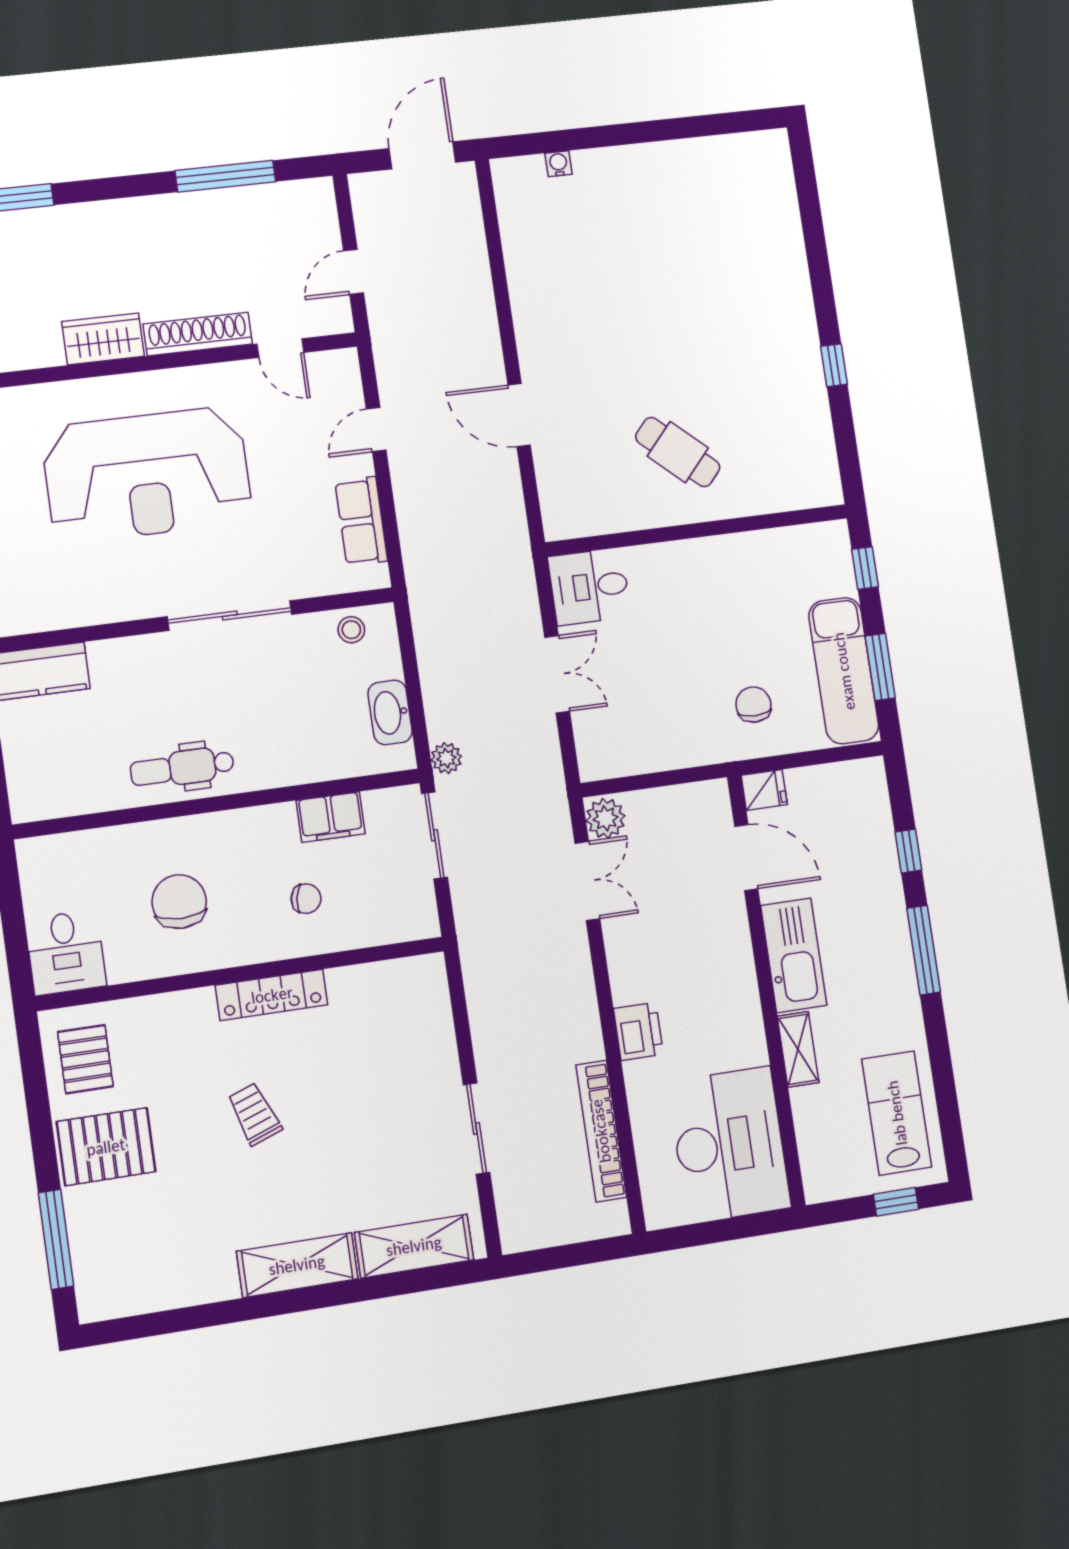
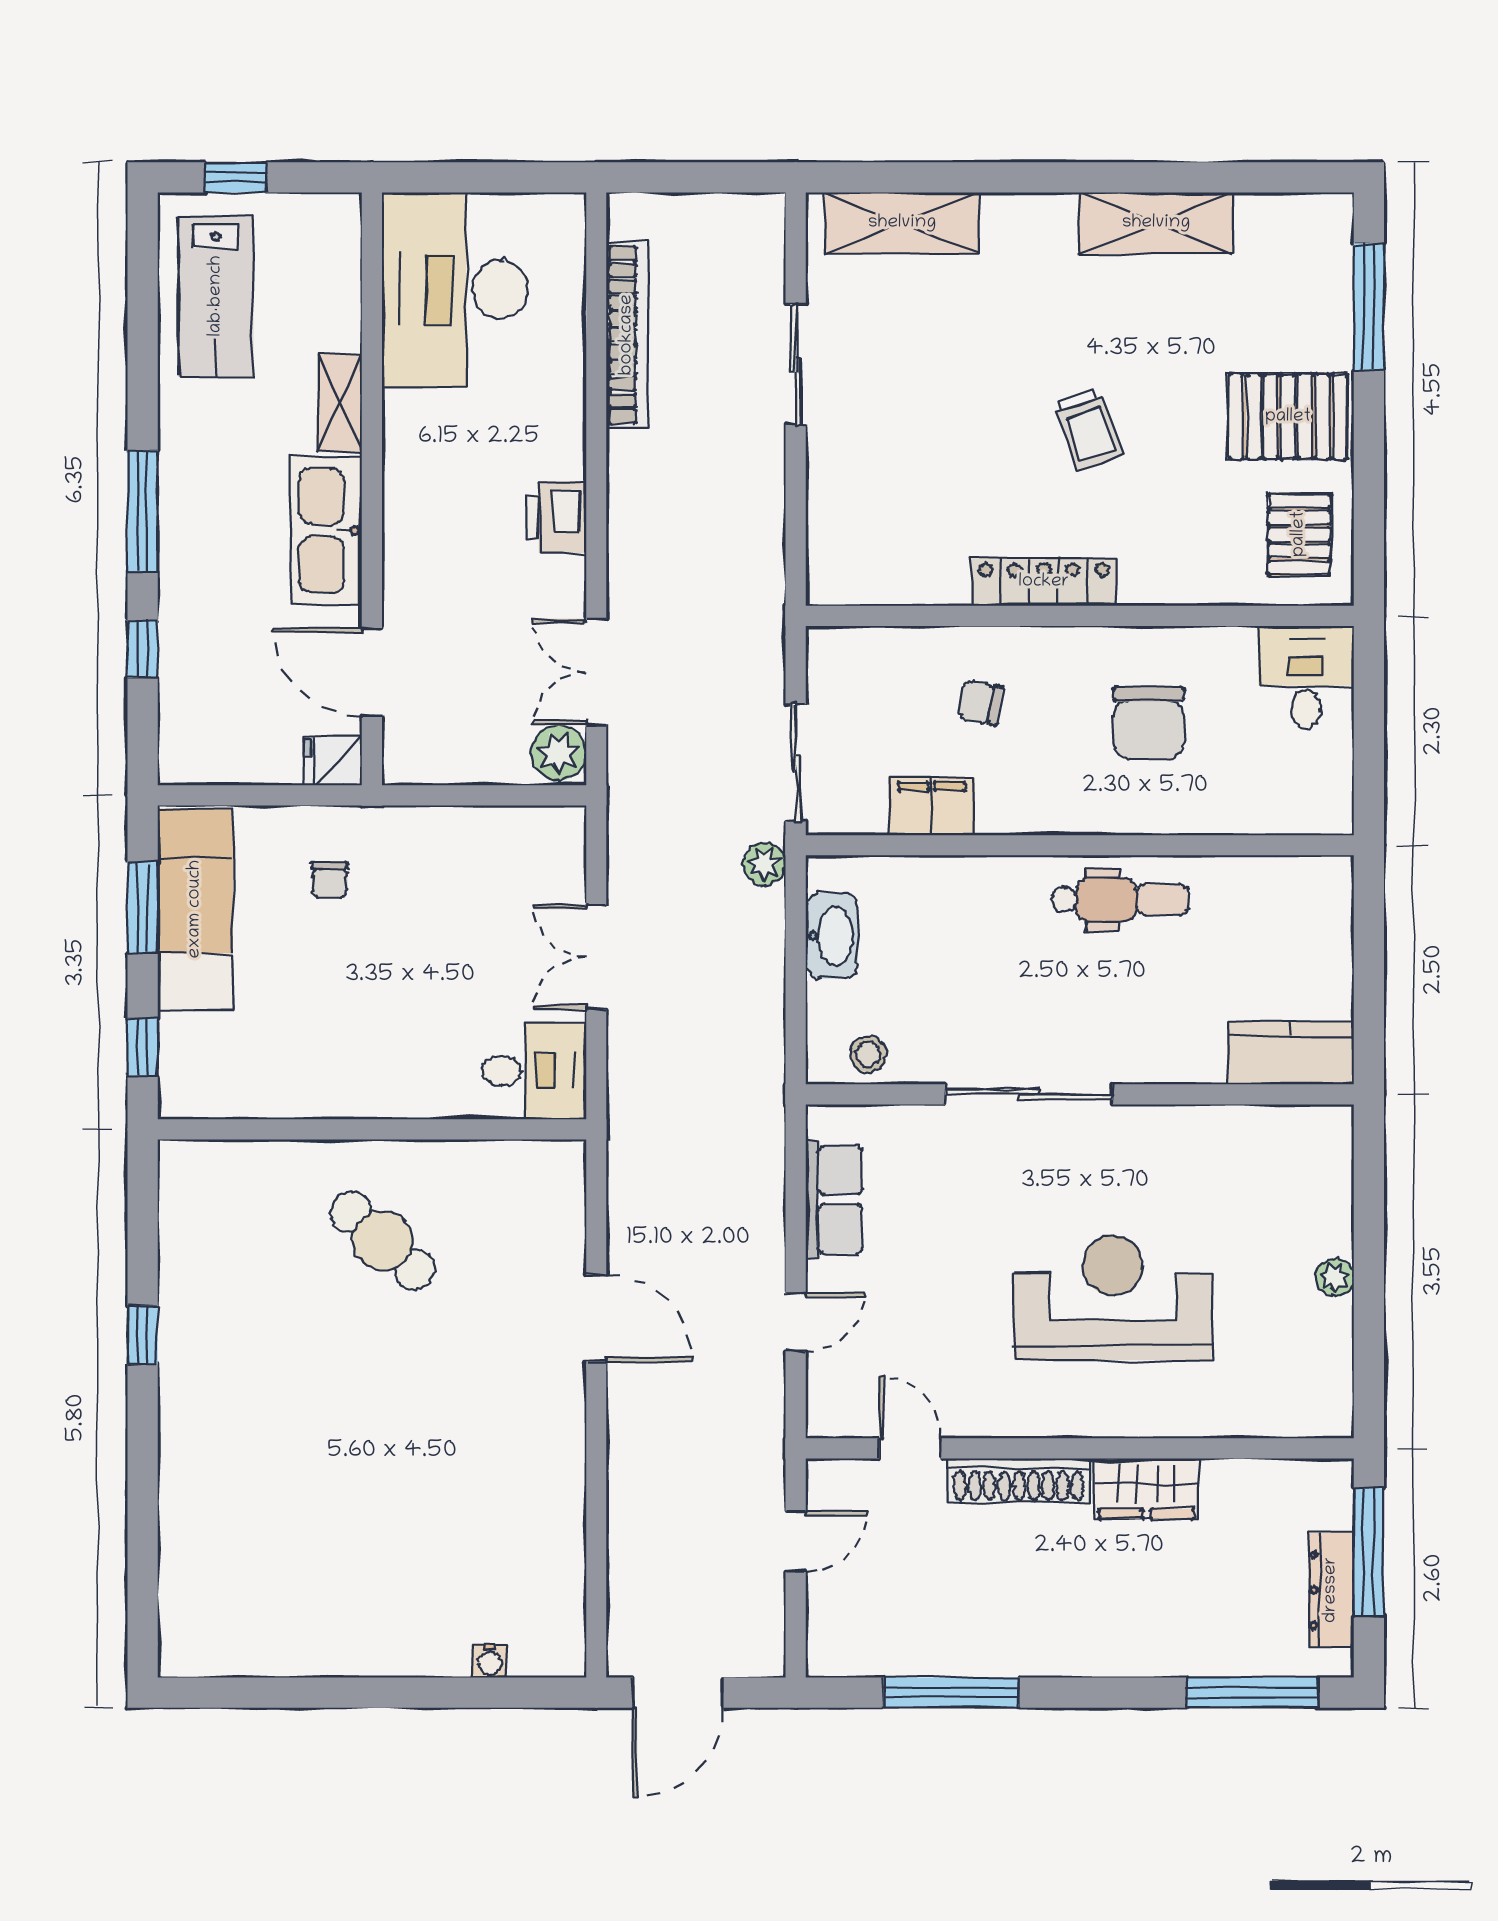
reception desk: (147, 475) -> (1113, 1298), width x0.74, depth x0.77
chair: (753, 705) -> (330, 880), width x0.73, depth x0.73
printer: (638, 1031) -> (557, 517), moved
shelving: (297, 1265) -> (1156, 223), moved

